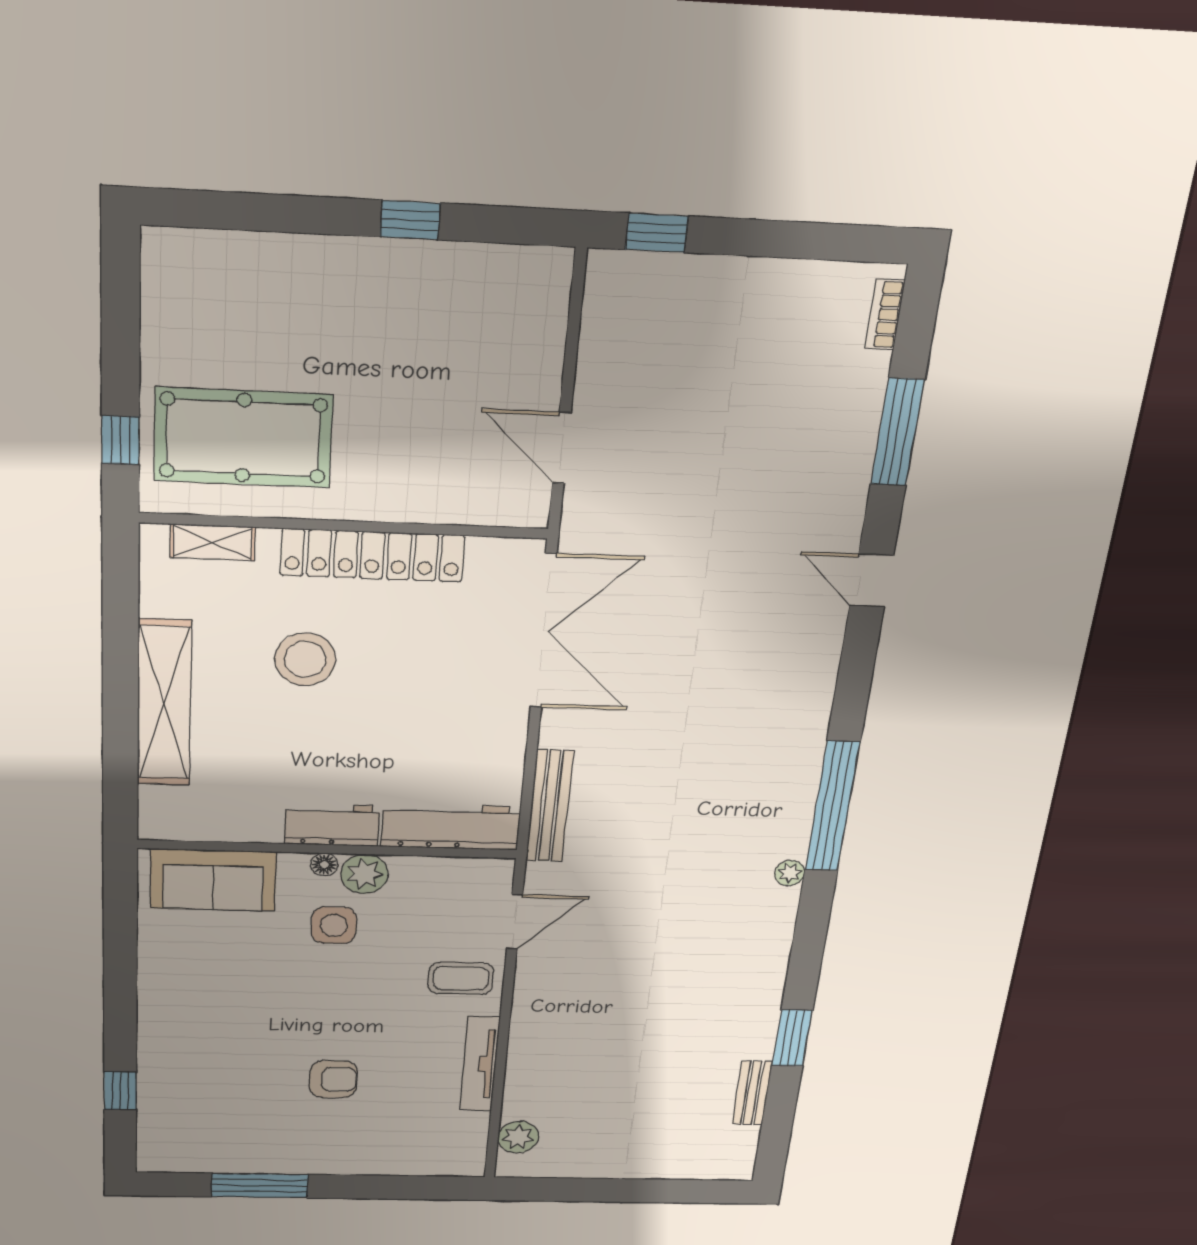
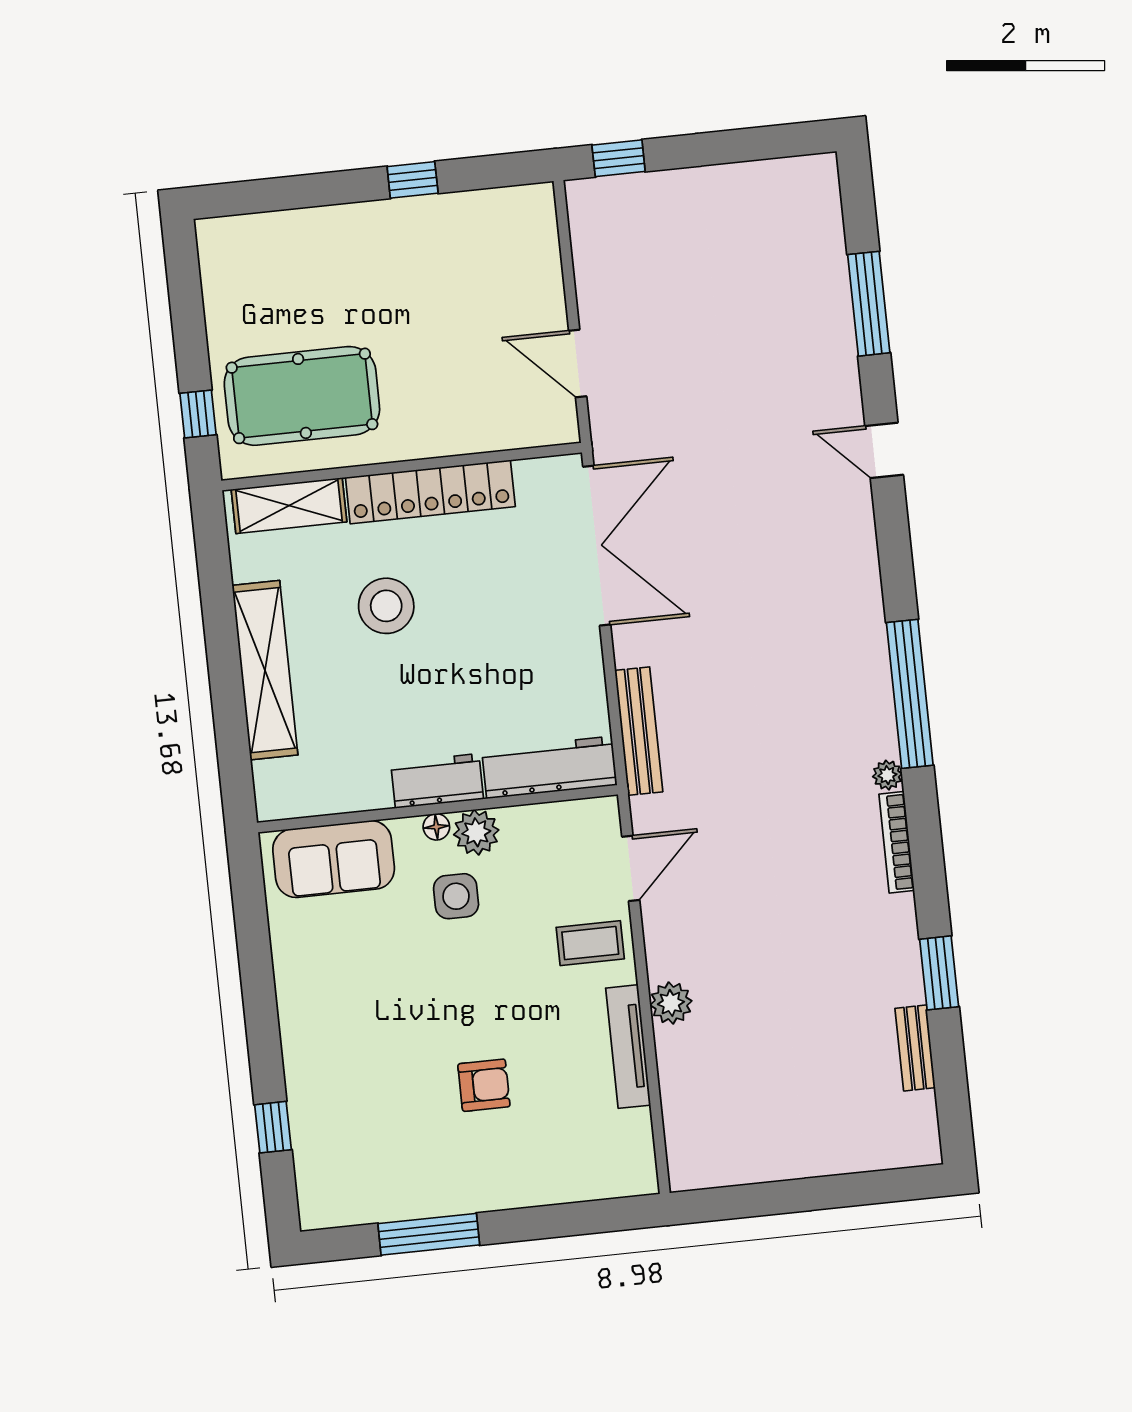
bookcase: (885, 314) -> (897, 842), moved, width x1.56
shelving: (213, 542) -> (289, 506), width x1.50, depth x1.33
plant: (518, 1137) -> (671, 1003), moved

